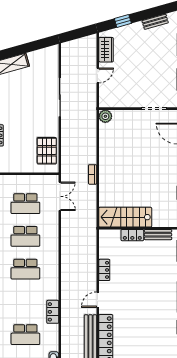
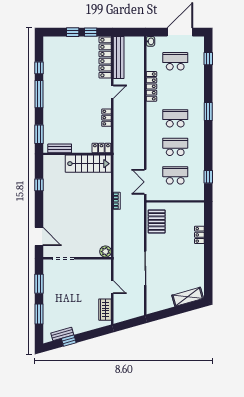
window: (123, 21) -> (69, 341), moved
door: (98, 75) -> (112, 287), swing flipped
locker: (132, 235) -> (101, 148), moved
locker: (53, 312) -> (151, 86), width x1.53

